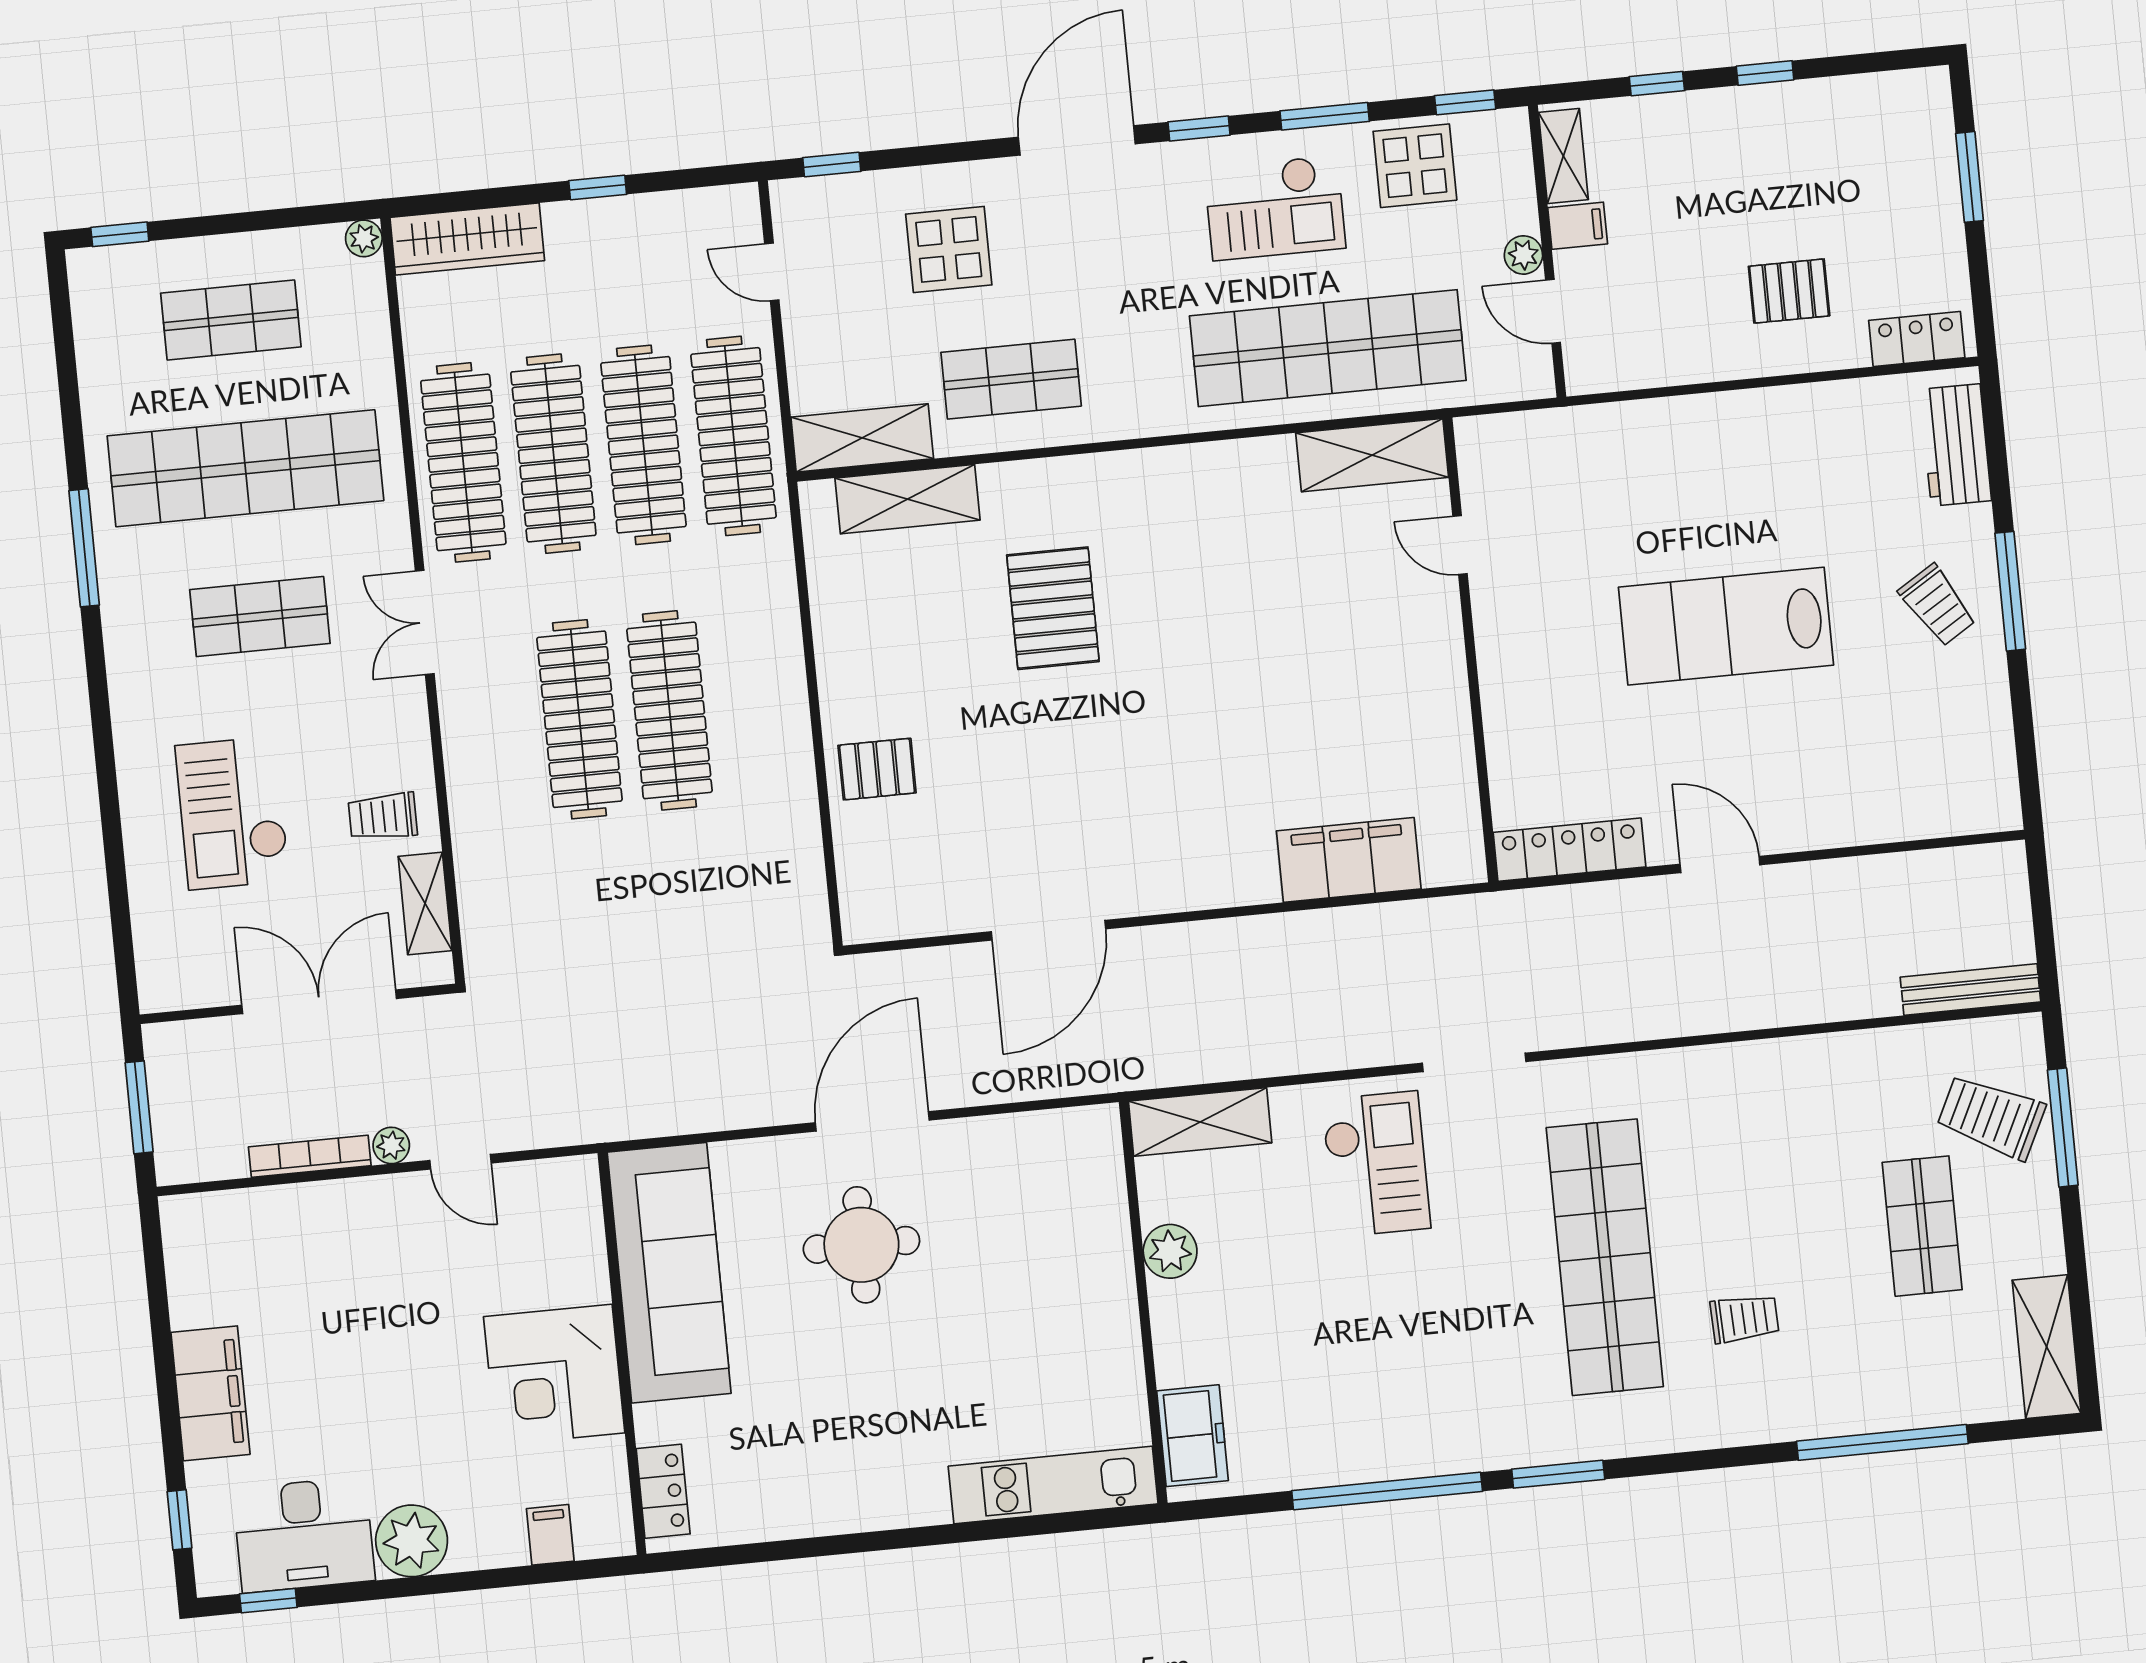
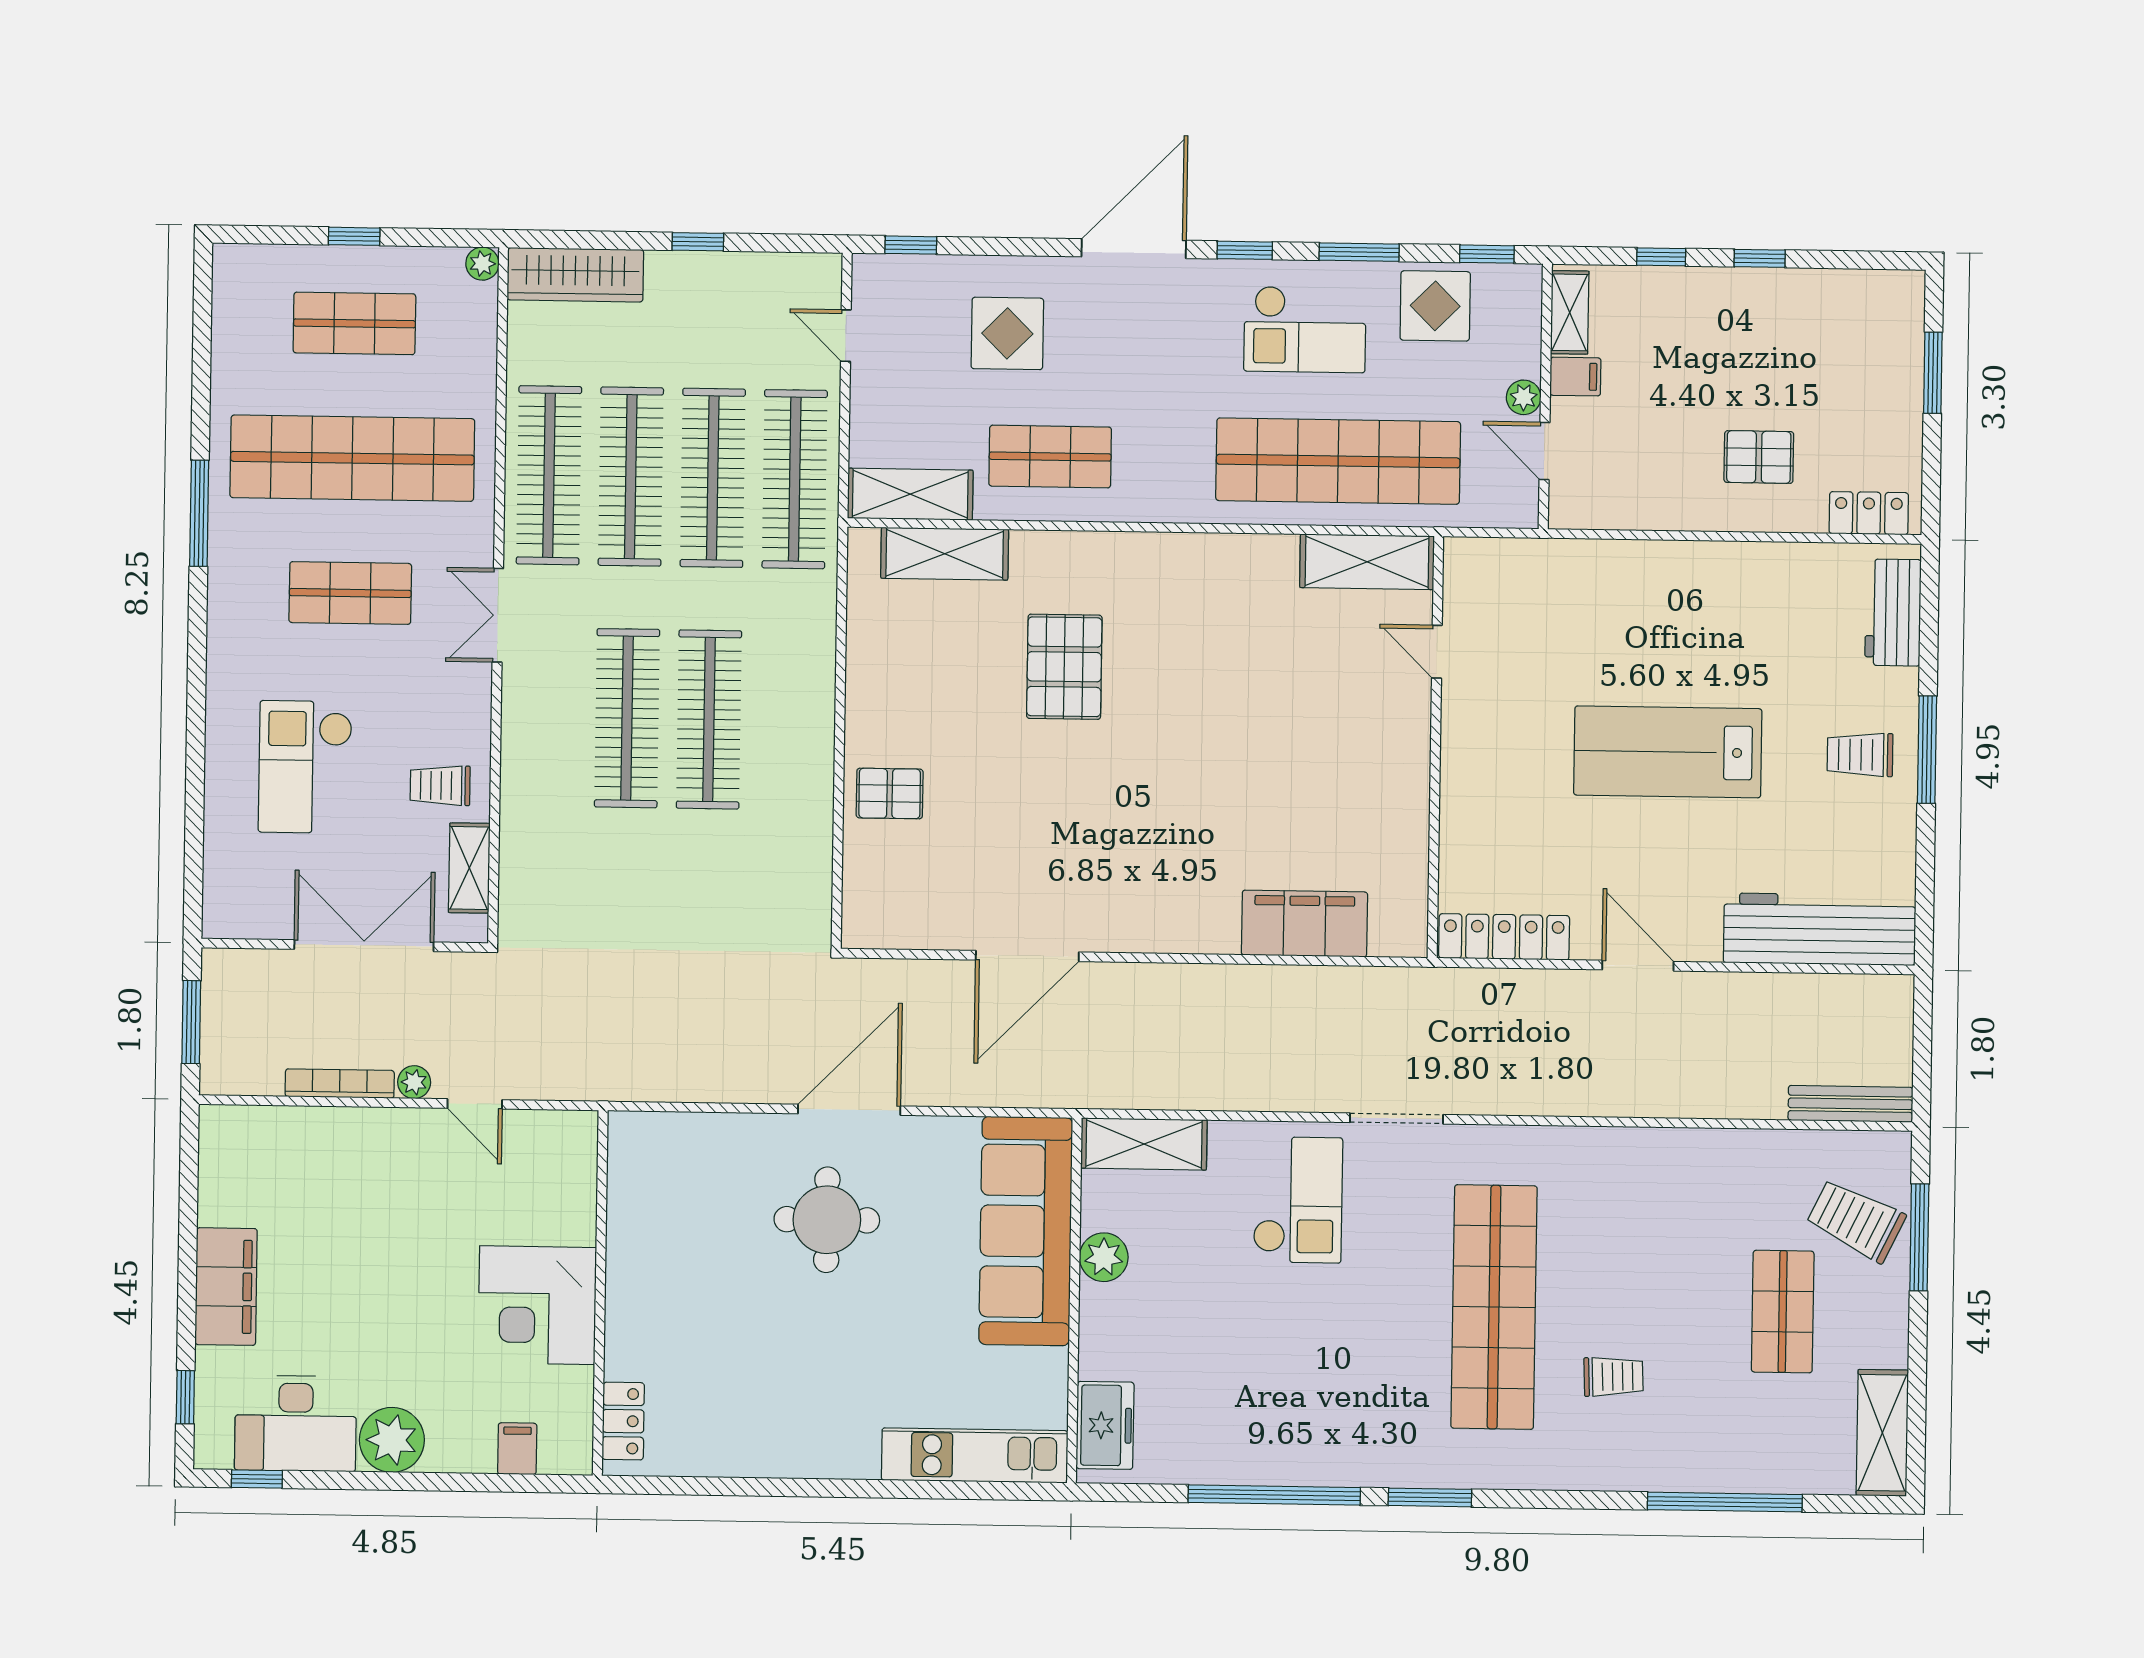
window: (120, 234) -> (354, 236), moved
trolley: (1937, 605) -> (1860, 755), turned 122
workbench: (1915, 802) -> (1820, 929), added
sofa: (669, 1273) -> (1026, 1231), moved, turned 180

